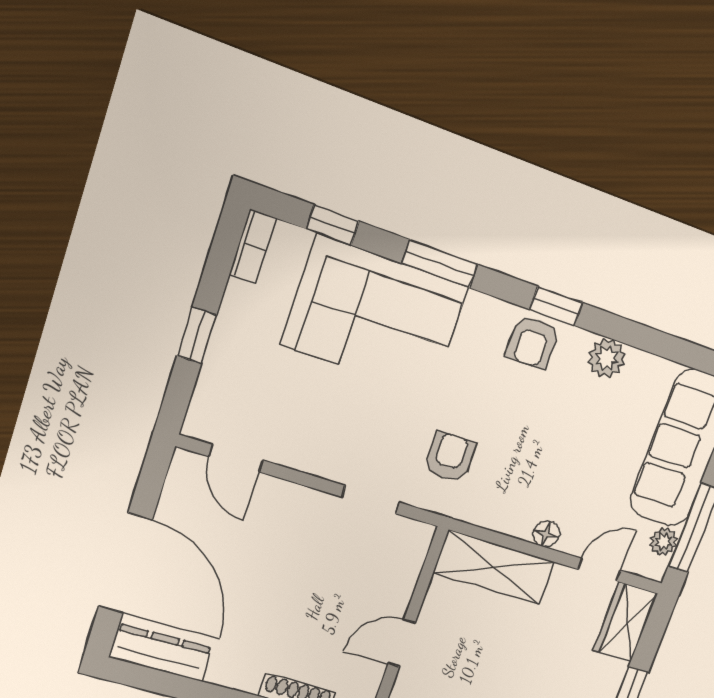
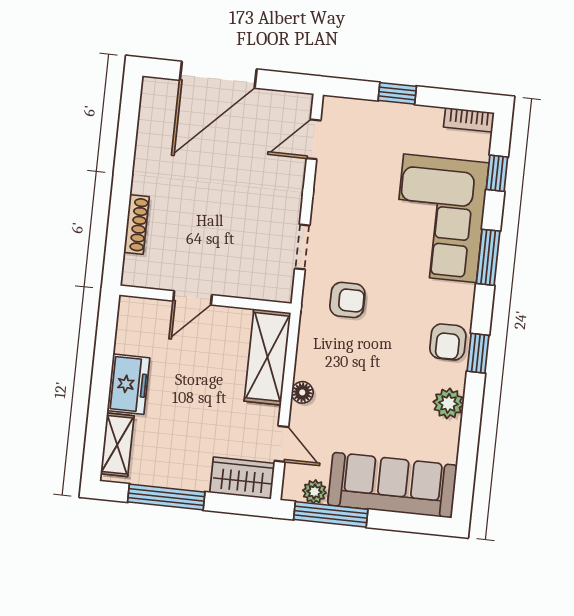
armchair: (533, 342) -> (448, 342), turned -90
door: (402, 643) -> (193, 298), swing flipped
dresser: (161, 653) -> (153, 114), removed

